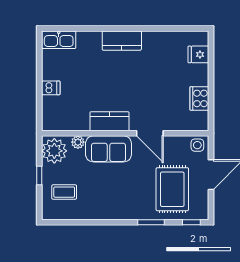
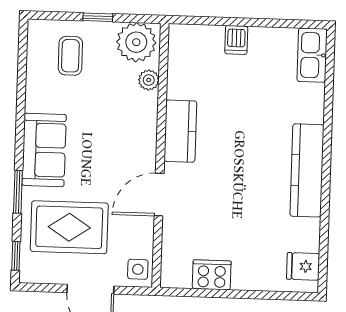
kitchen counter: (122, 41) -> (307, 170), width x1.50
fridge: (198, 54) -> (303, 266), moved, turned -90
sofa: (108, 149) -> (44, 150), moved, turned 180

